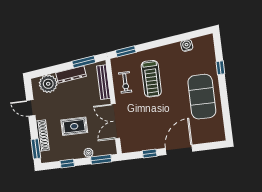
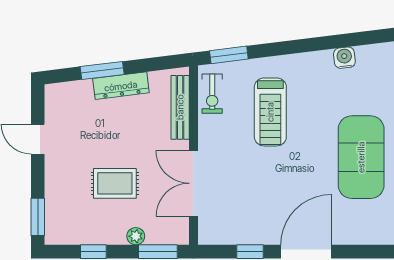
window: (84, 62) -> (102, 70), moved
exercise bike: (125, 82) -> (212, 94), moved
plant: (48, 84) -> (76, 98), removed
shoe rack: (43, 136) -> (53, 193), removed

